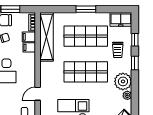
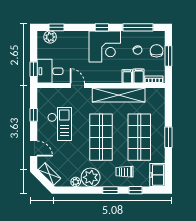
shelving: (46, 37) -> (119, 95), moved

